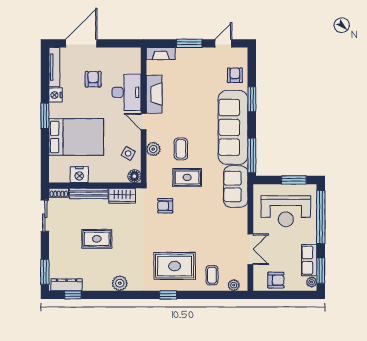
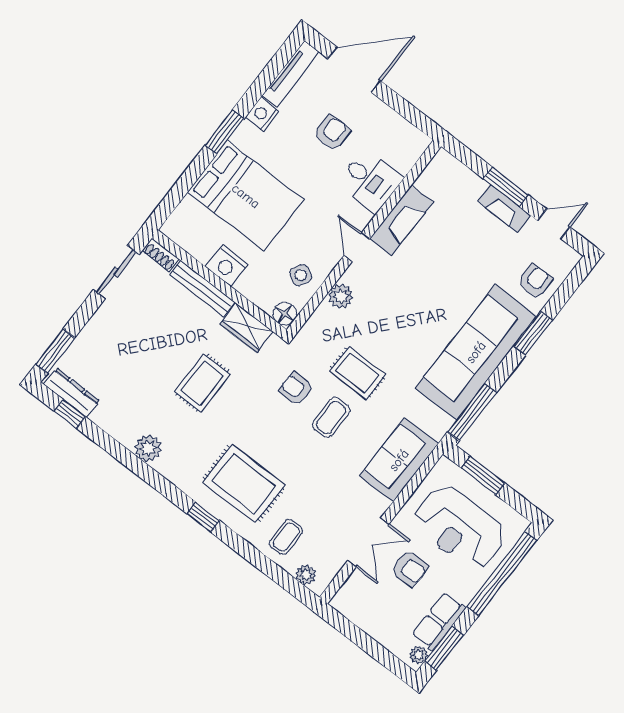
fireplace: (161, 54) -> (504, 208), moved
desk: (127, 92) -> (370, 181), width x0.73
coffee table: (181, 149) -> (331, 417), moved
nightstand: (79, 175) -> (227, 266), moved
window: (294, 180) -> (483, 476), moved
sofa: (236, 186) -> (399, 460), moved
rug: (97, 239) -> (202, 383), moved, turned 90
armchair: (276, 280) -> (410, 569), moved

